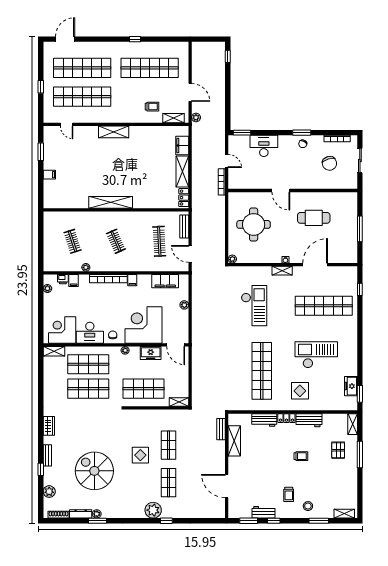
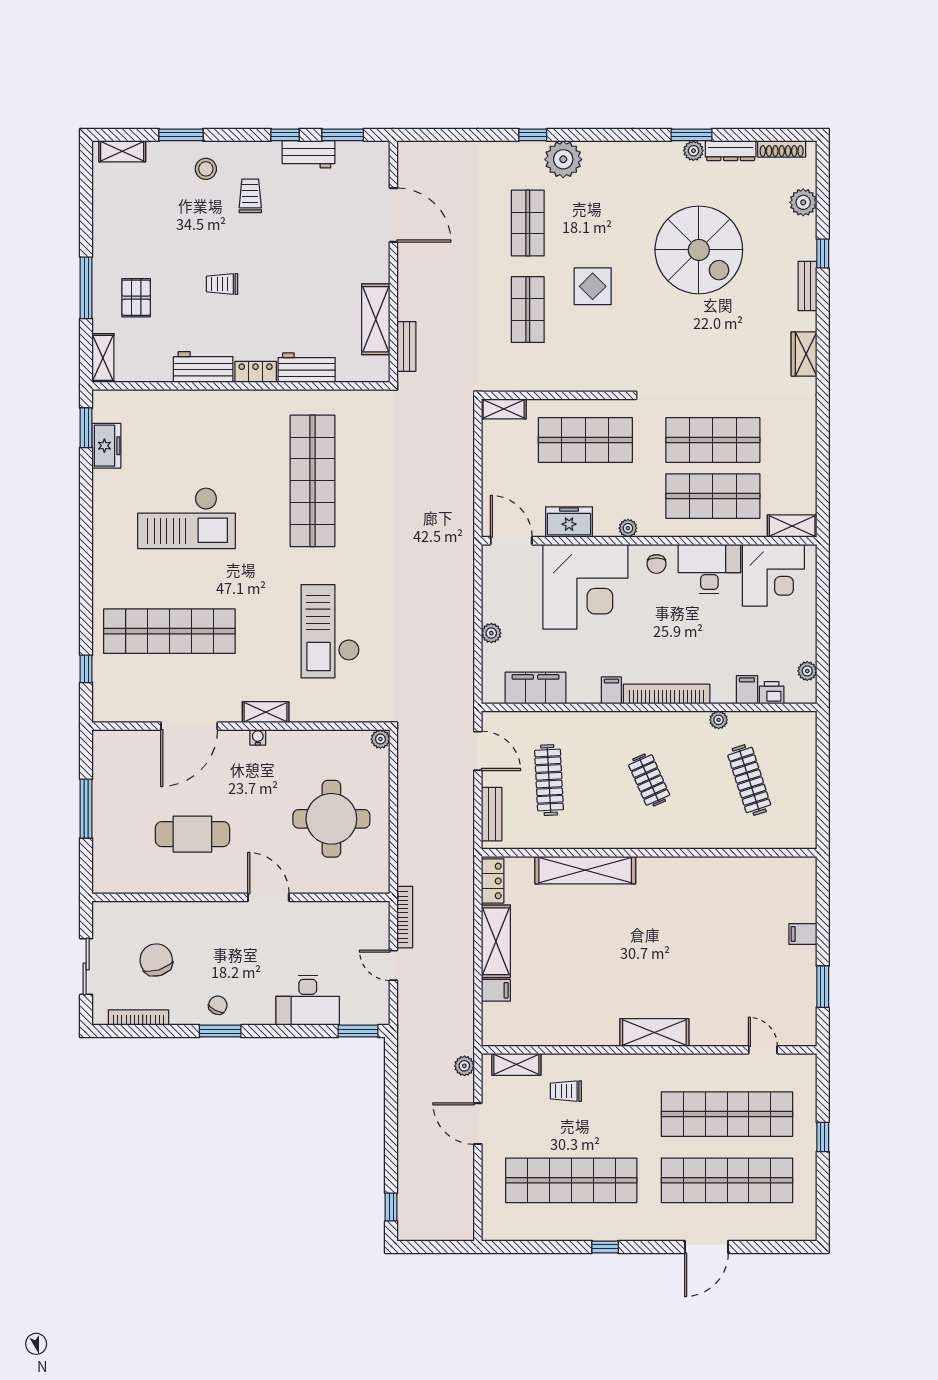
door: (65, 39) -> (706, 1247), moved
filing cabinet: (182, 145) -> (496, 990), width x0.50
shelving: (111, 202) -> (585, 870), moved
clothes rail: (73, 241) -> (749, 780), width x1.36
display table: (300, 391) -> (224, 435), removed

